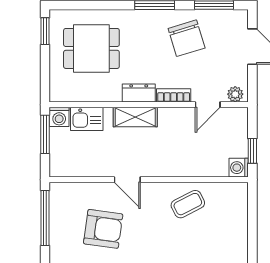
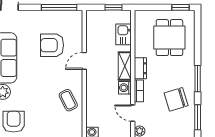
washing machine: (59, 117) -> (125, 88), moved
window: (45, 134) -> (114, 7), width x0.67
armchair: (103, 229) -> (52, 45), turned 82

